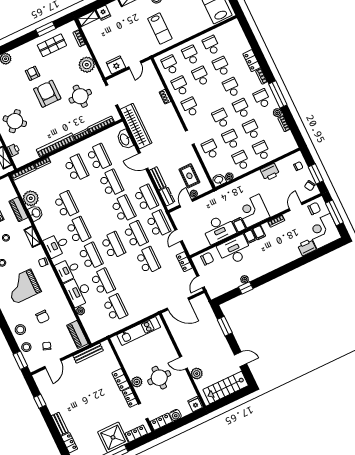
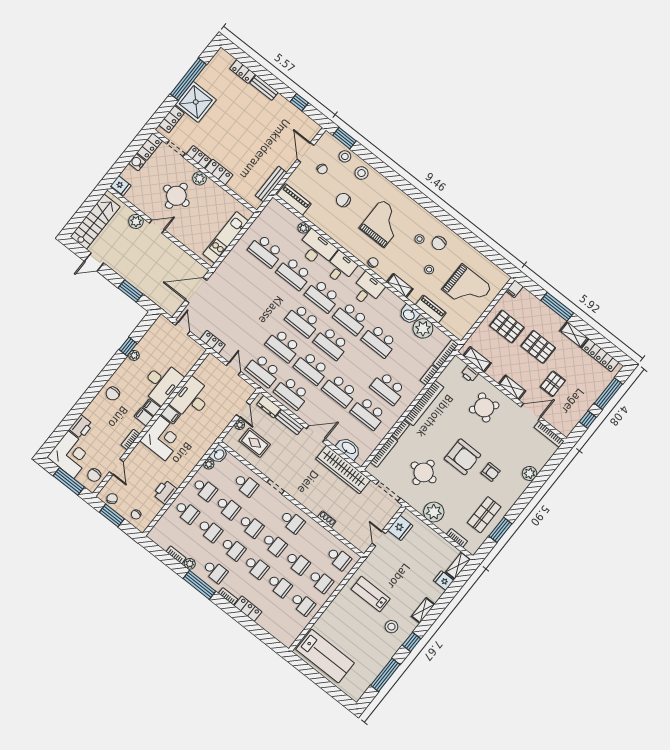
school desk: (180, 86) -> (274, 544), moved
chair: (207, 259) -> (113, 394), moved
school desk: (148, 260) -> (331, 343), moved

